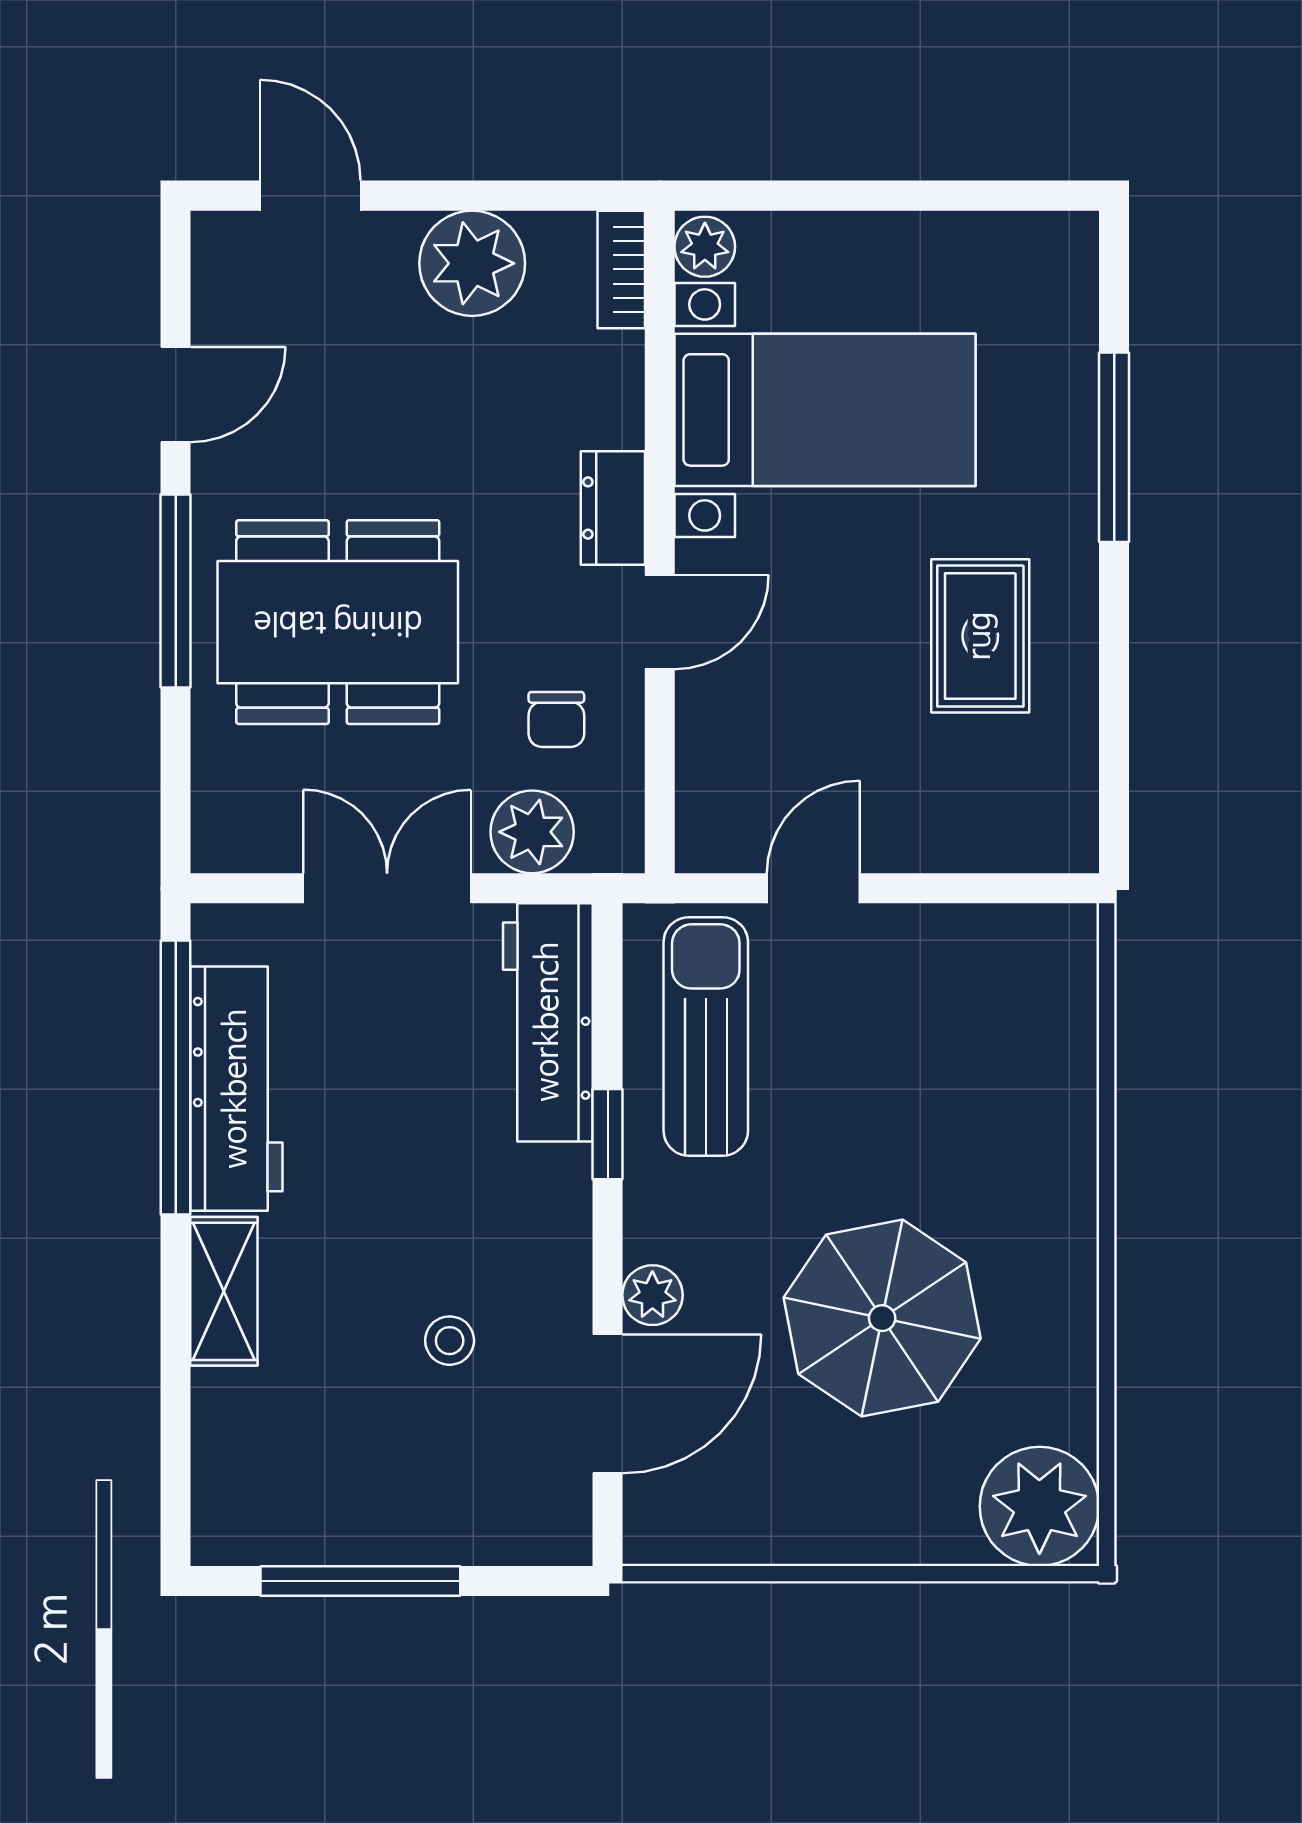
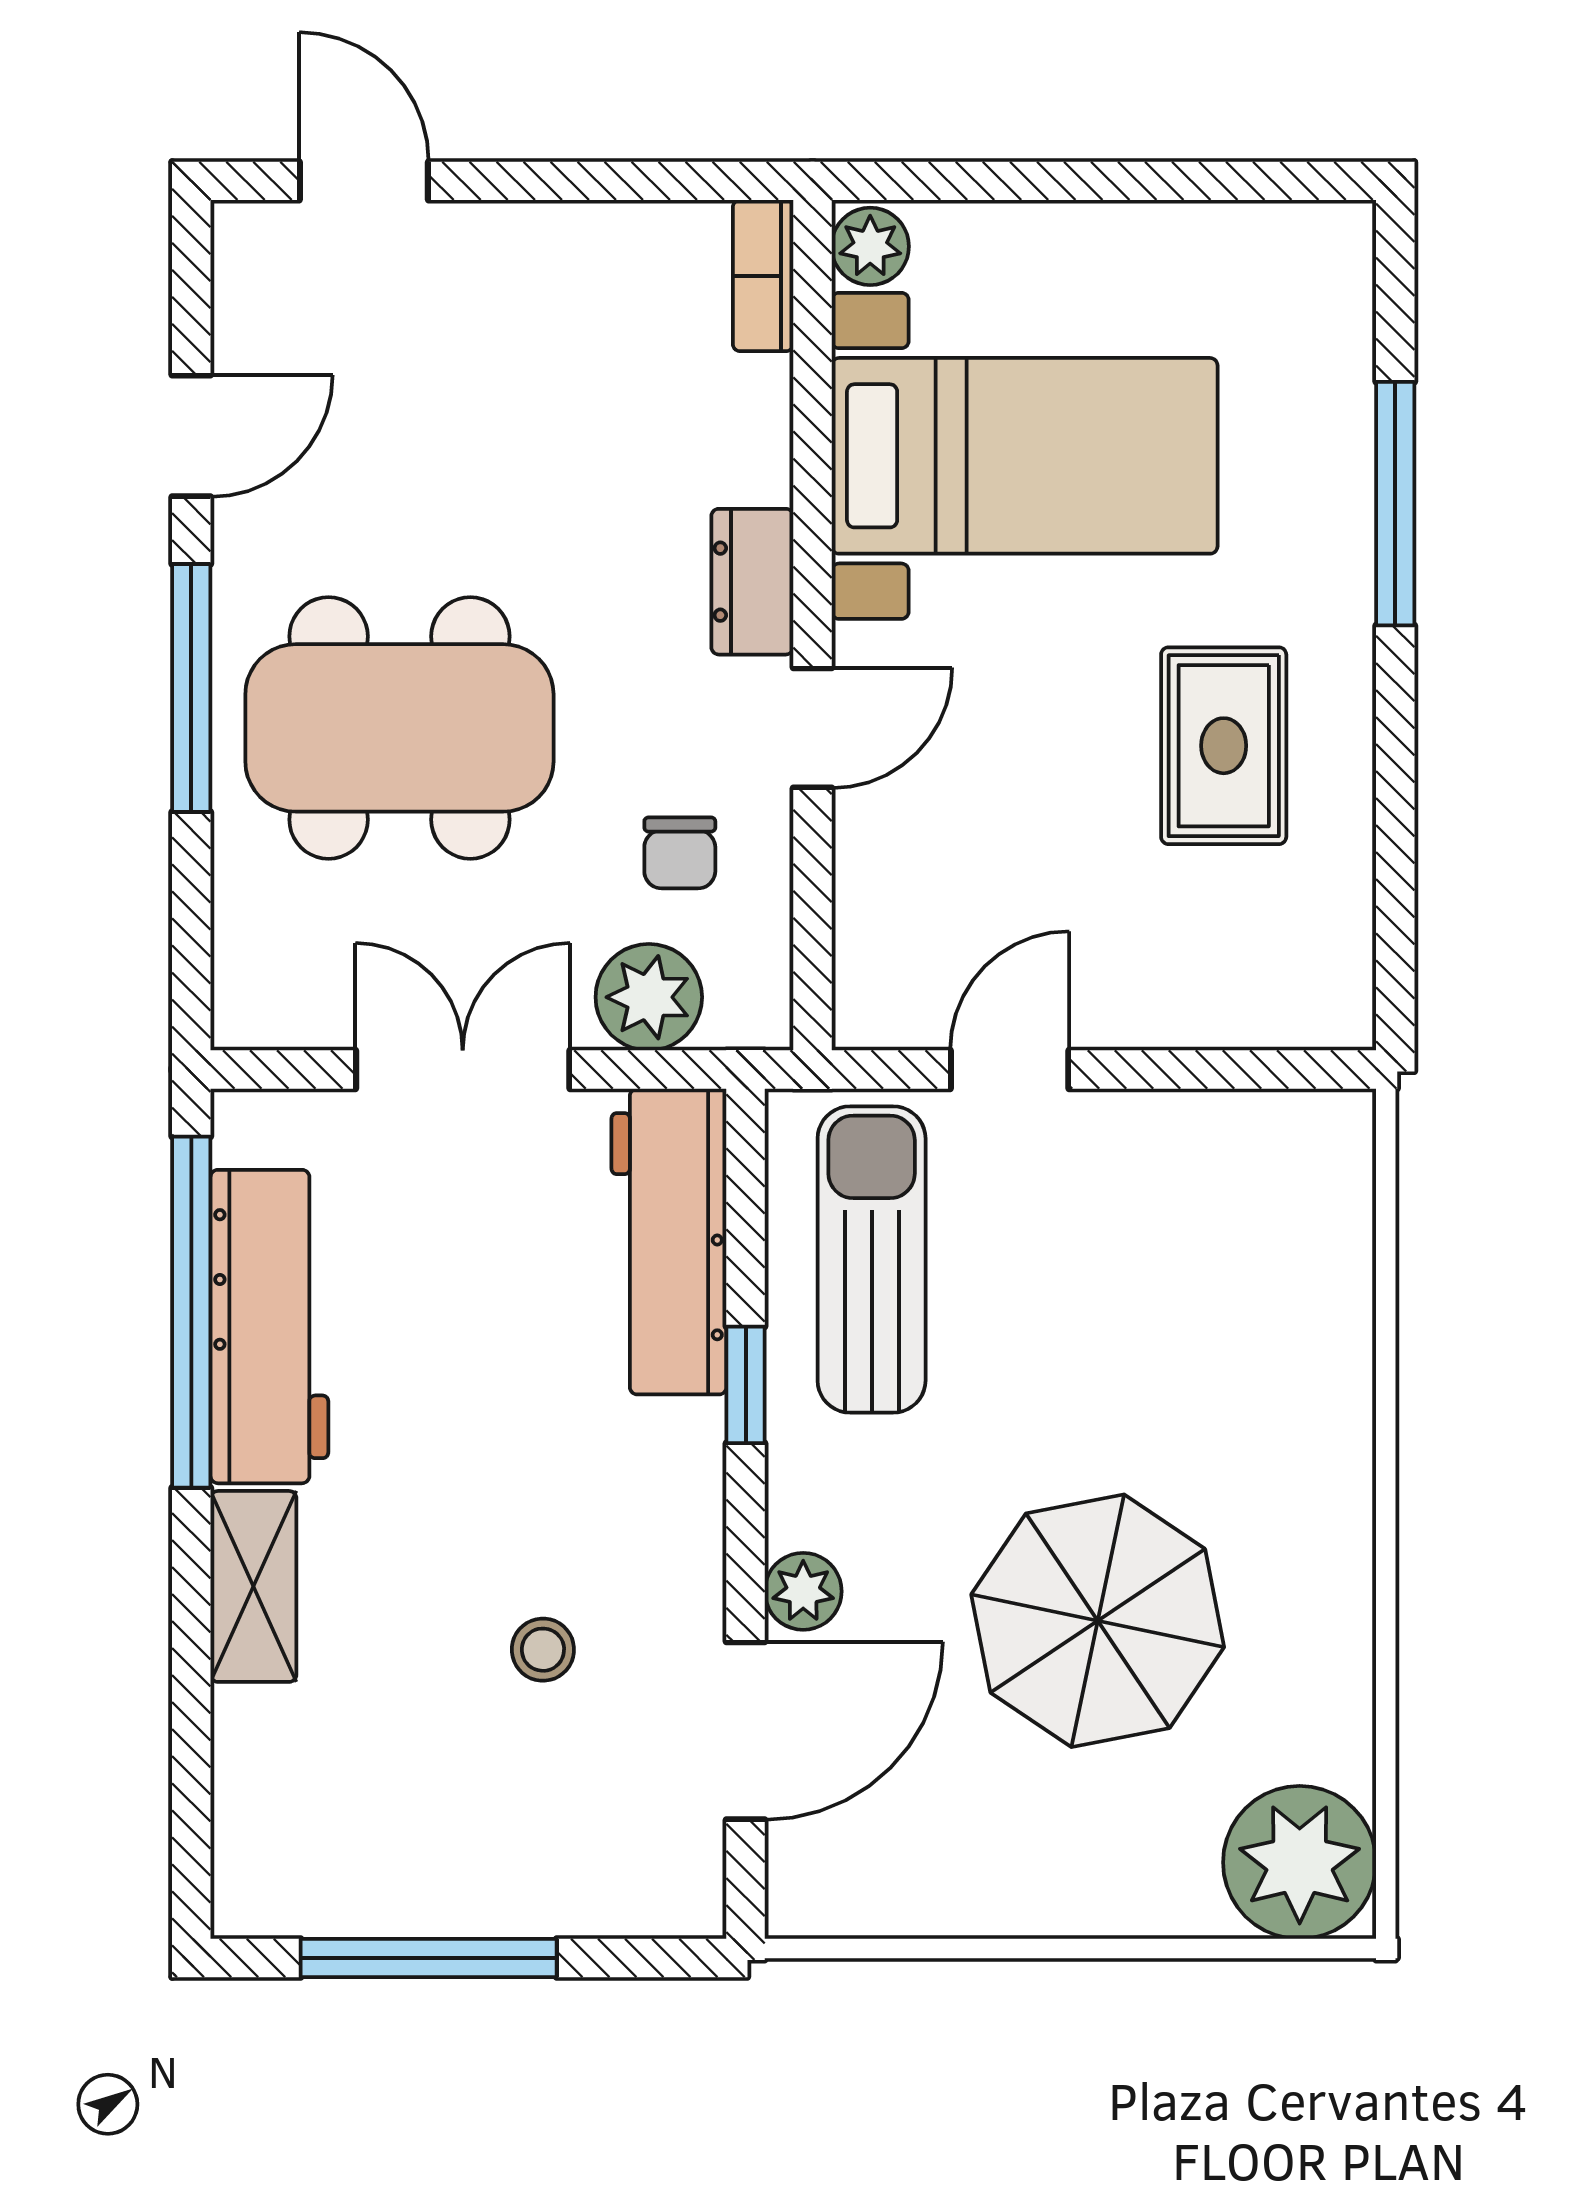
plant: (472, 263) -> (572, 268), removed

